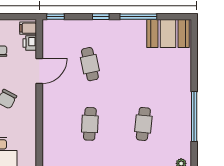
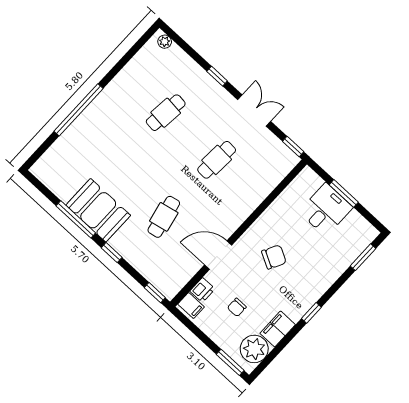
booth: (168, 34) -> (98, 210), moved
window: (194, 117) -> (78, 110), moved

